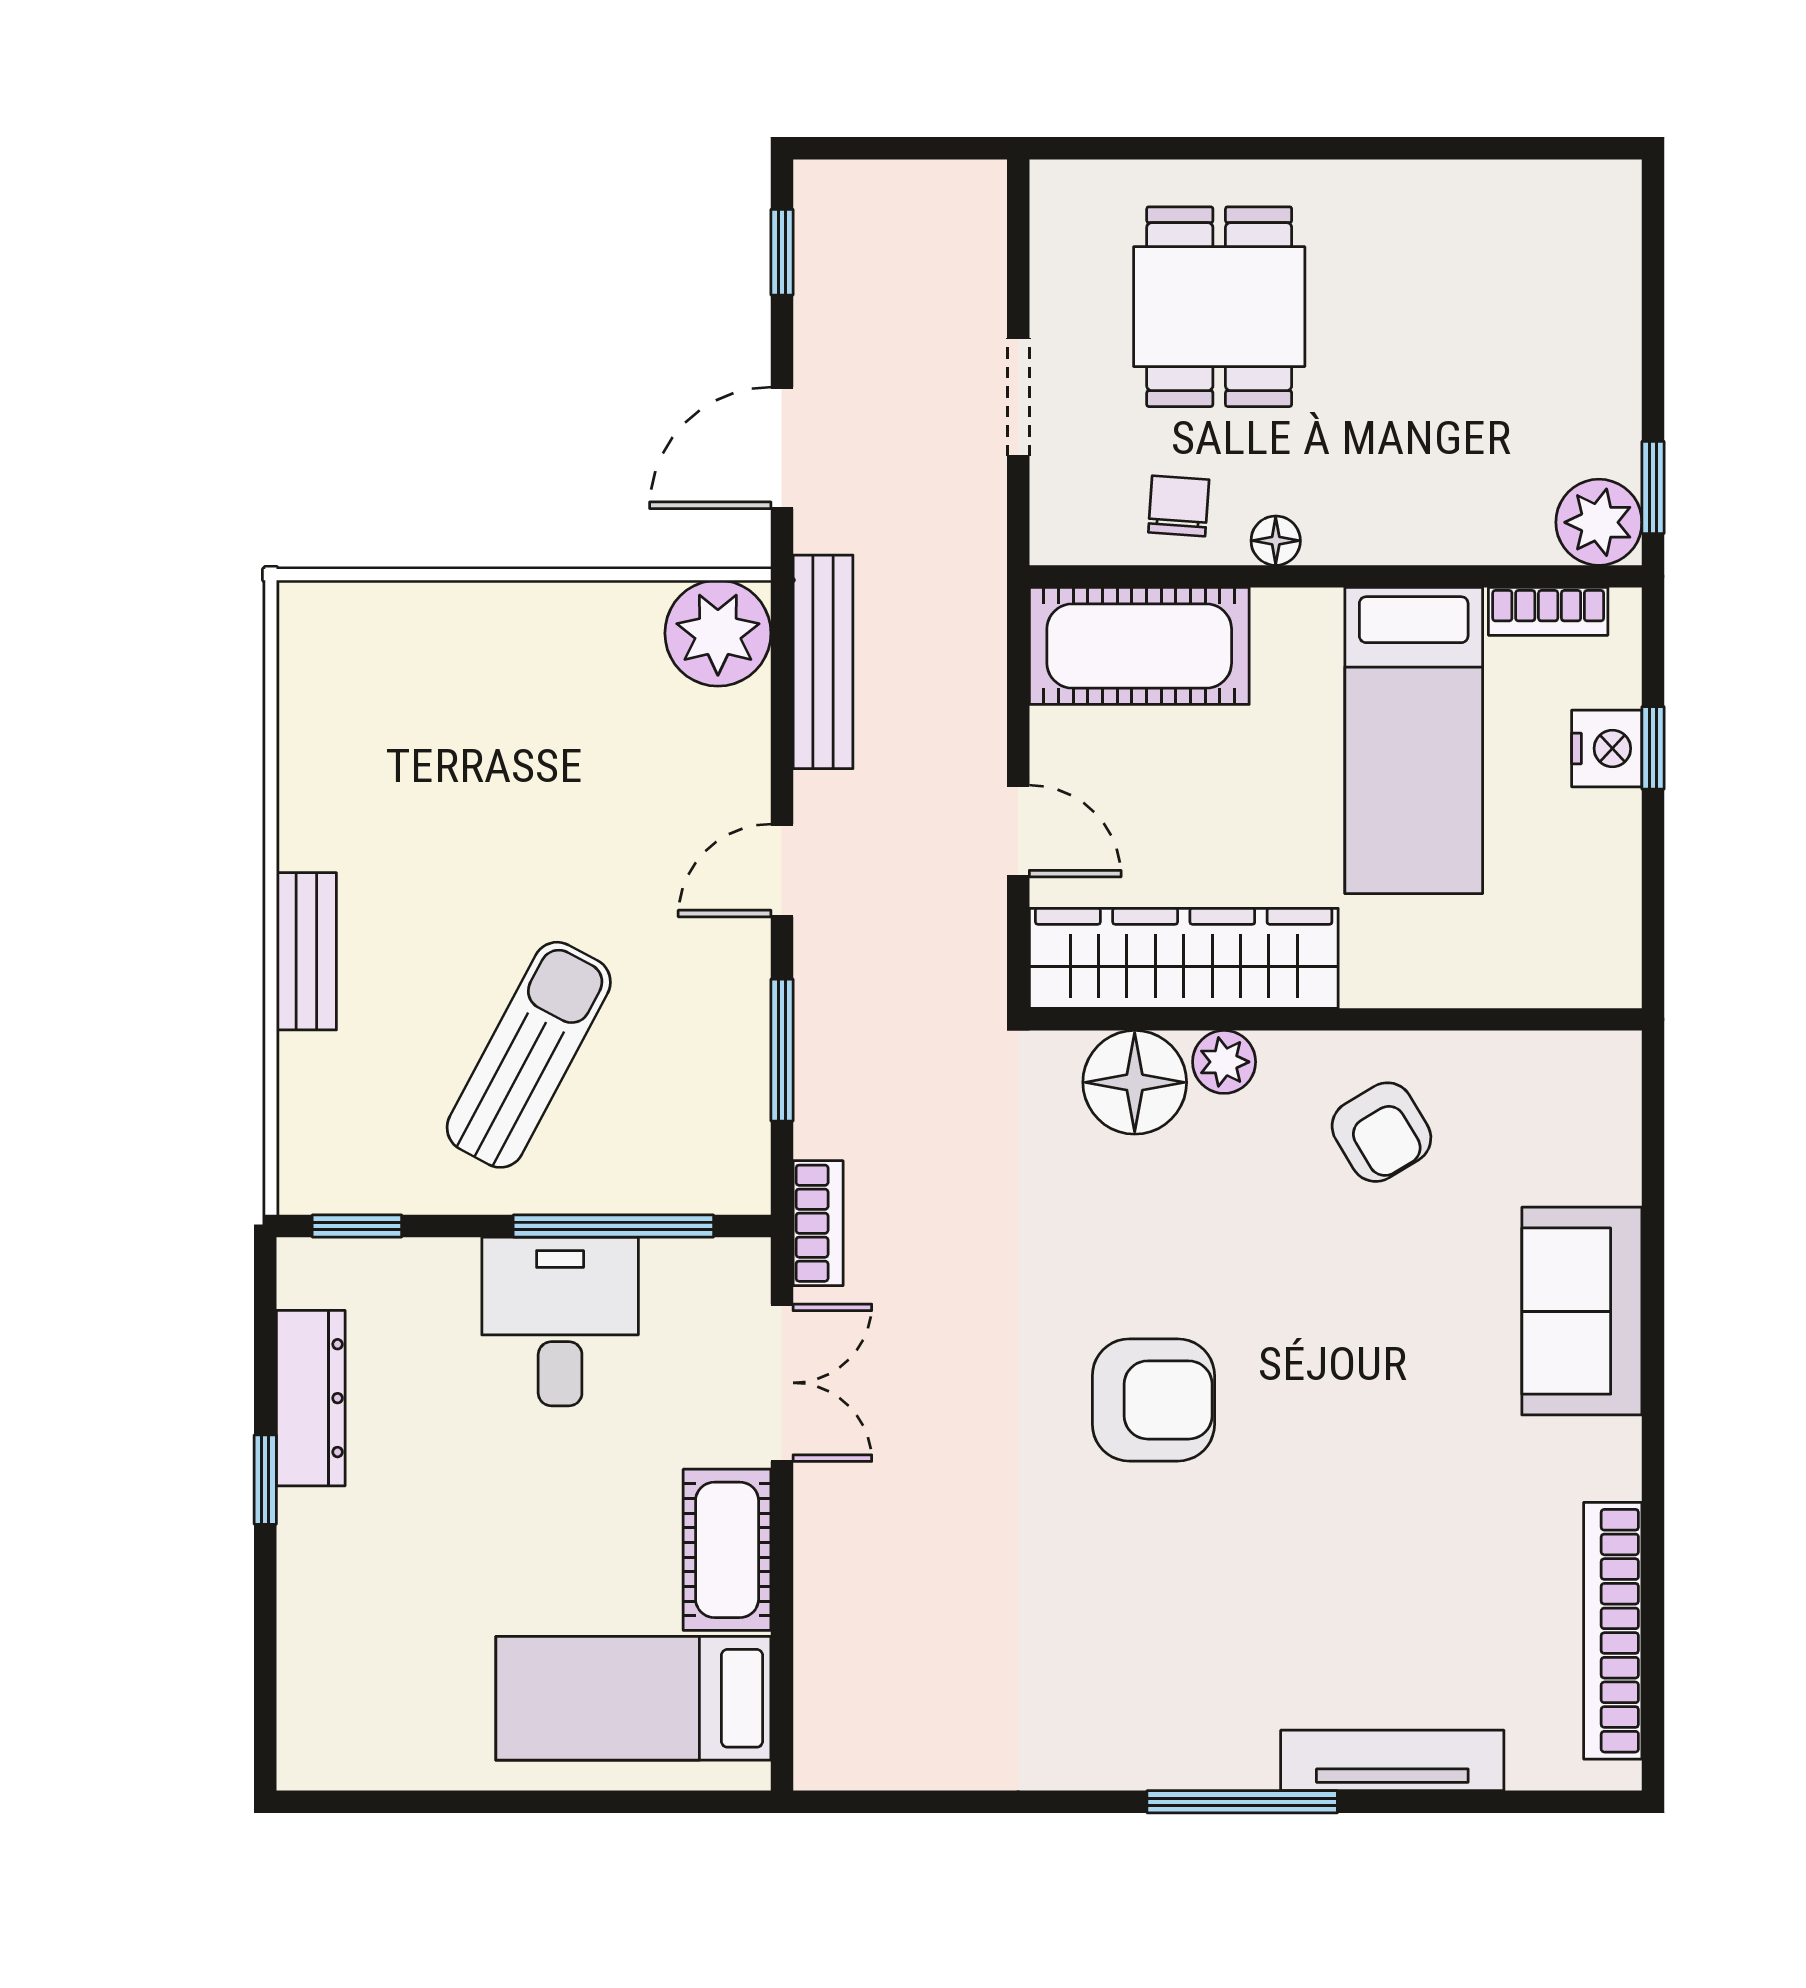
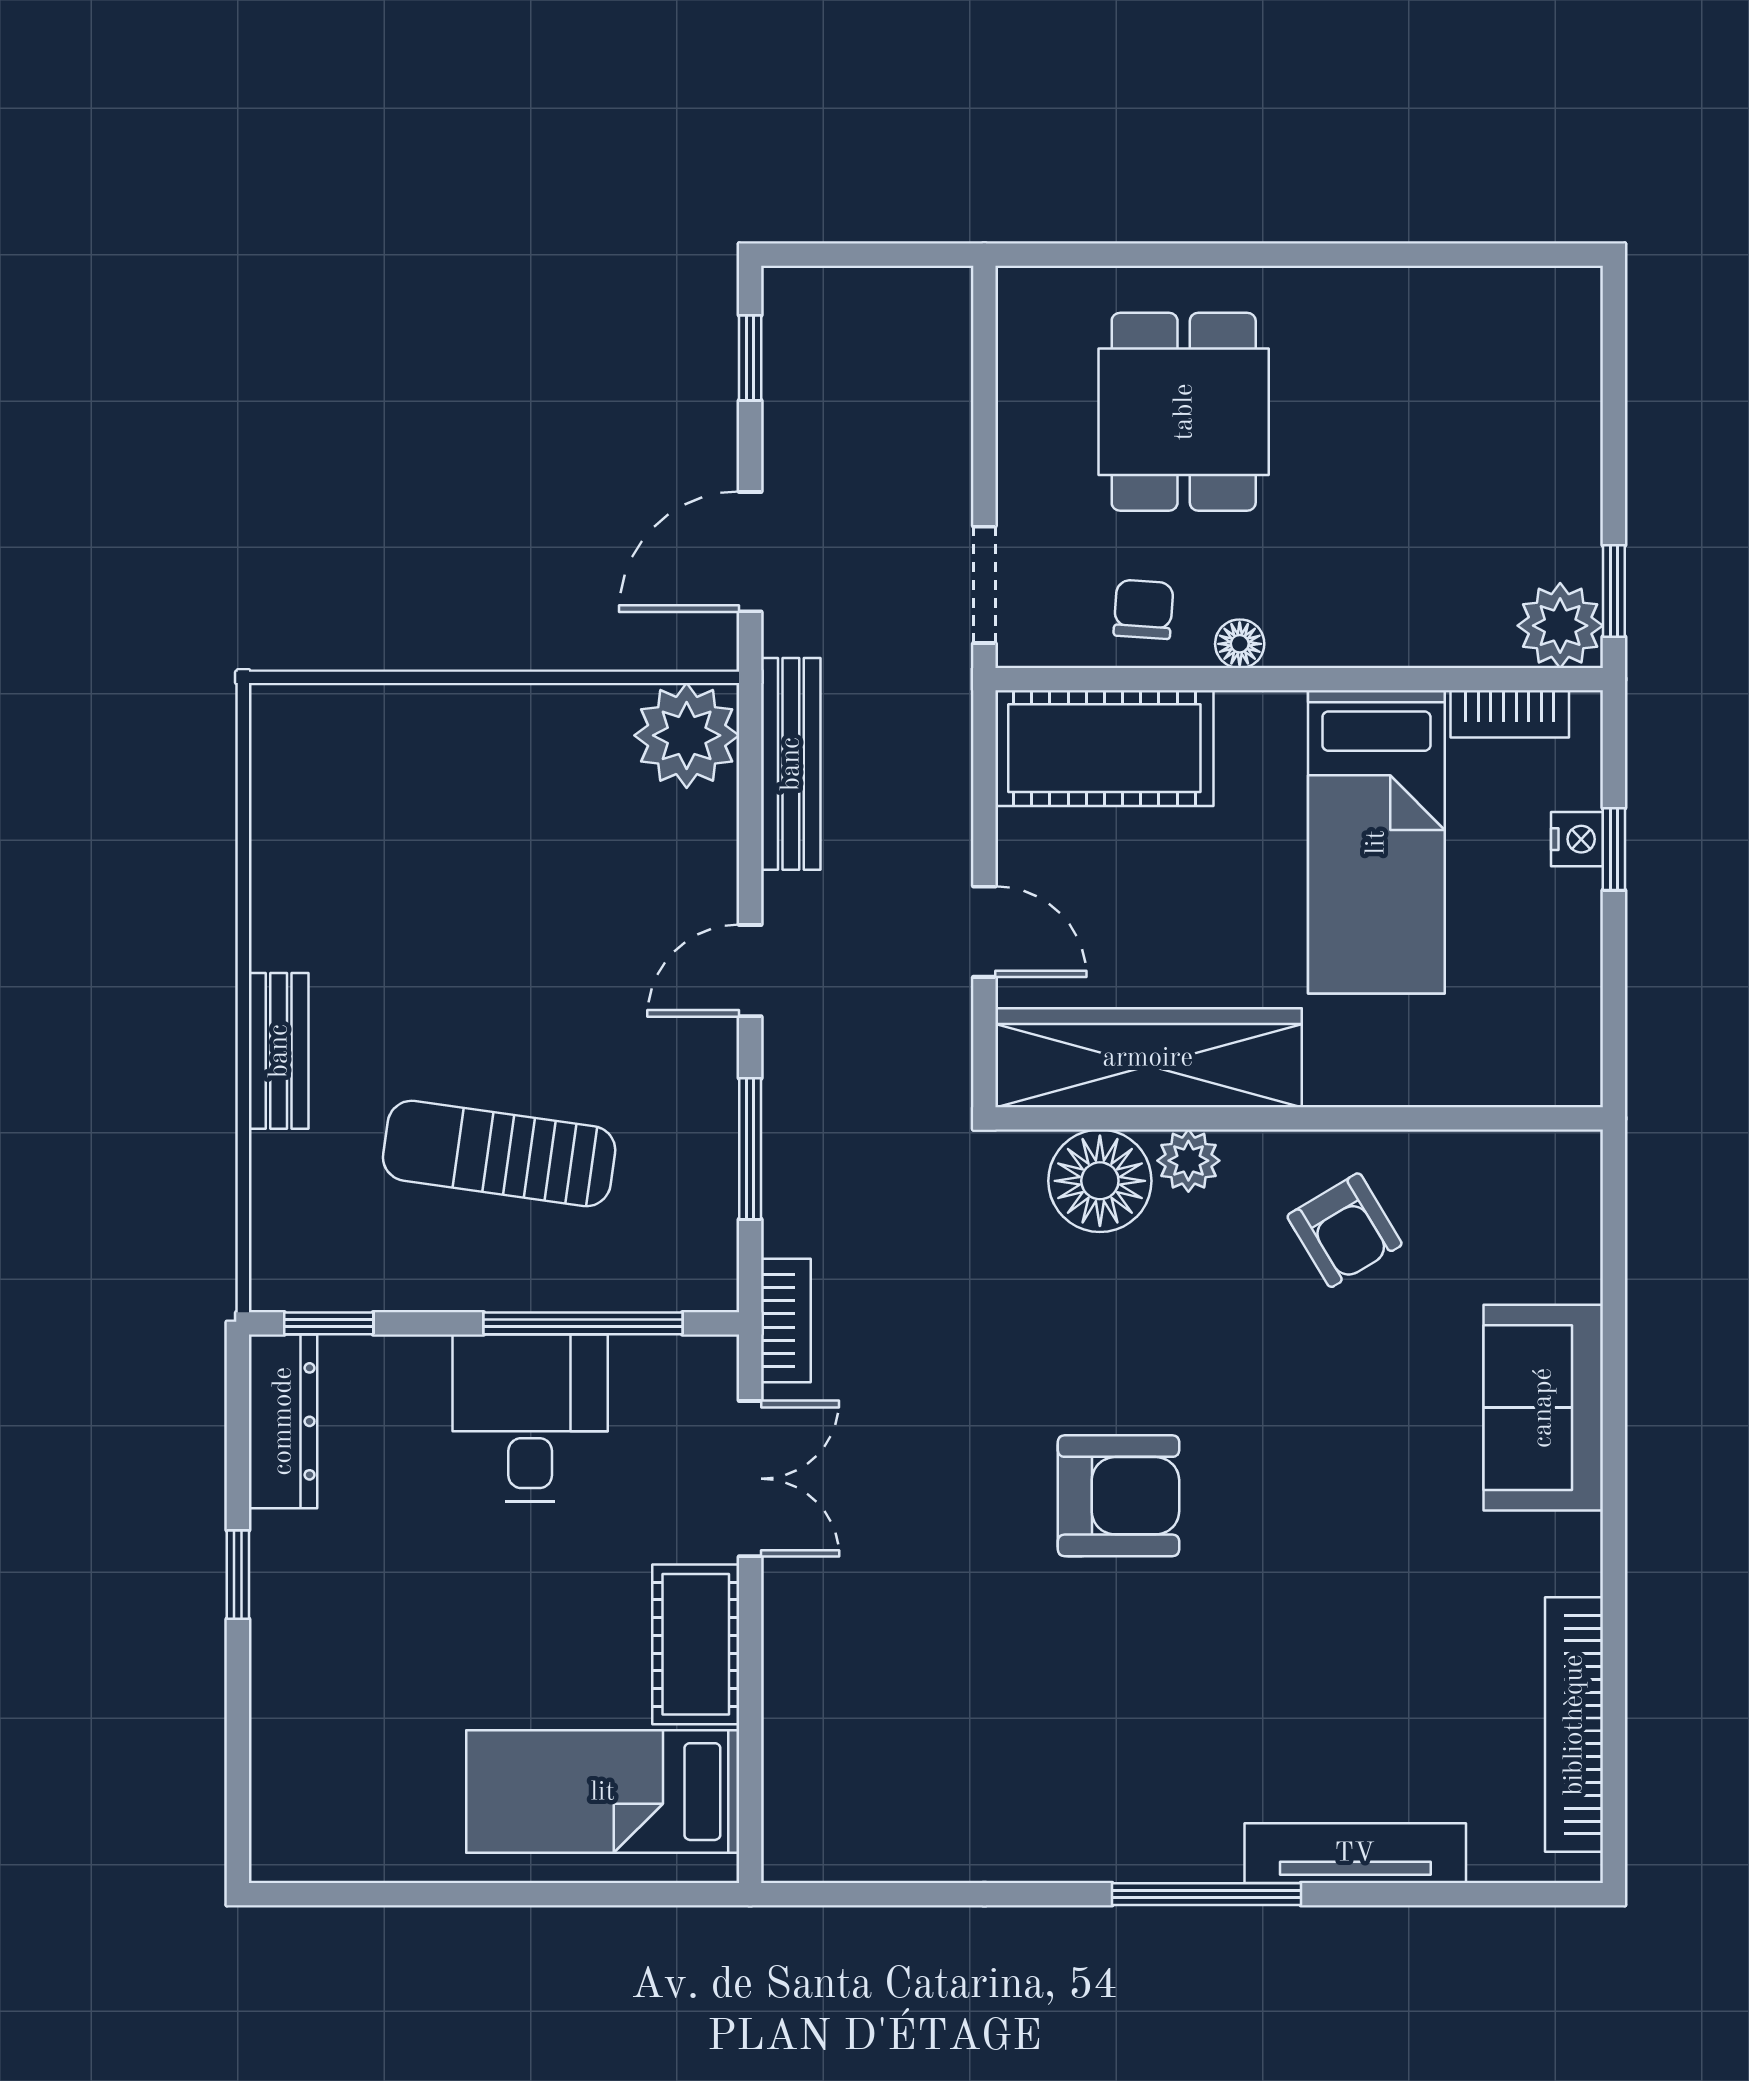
doorway: (1018, 397) -> (984, 585), moved
nightstand: (1607, 748) -> (1577, 839), width x0.72, depth x0.74
sun lounger: (529, 1055) -> (499, 1153), turned -110
dresser: (311, 1398) -> (283, 1421), moved

